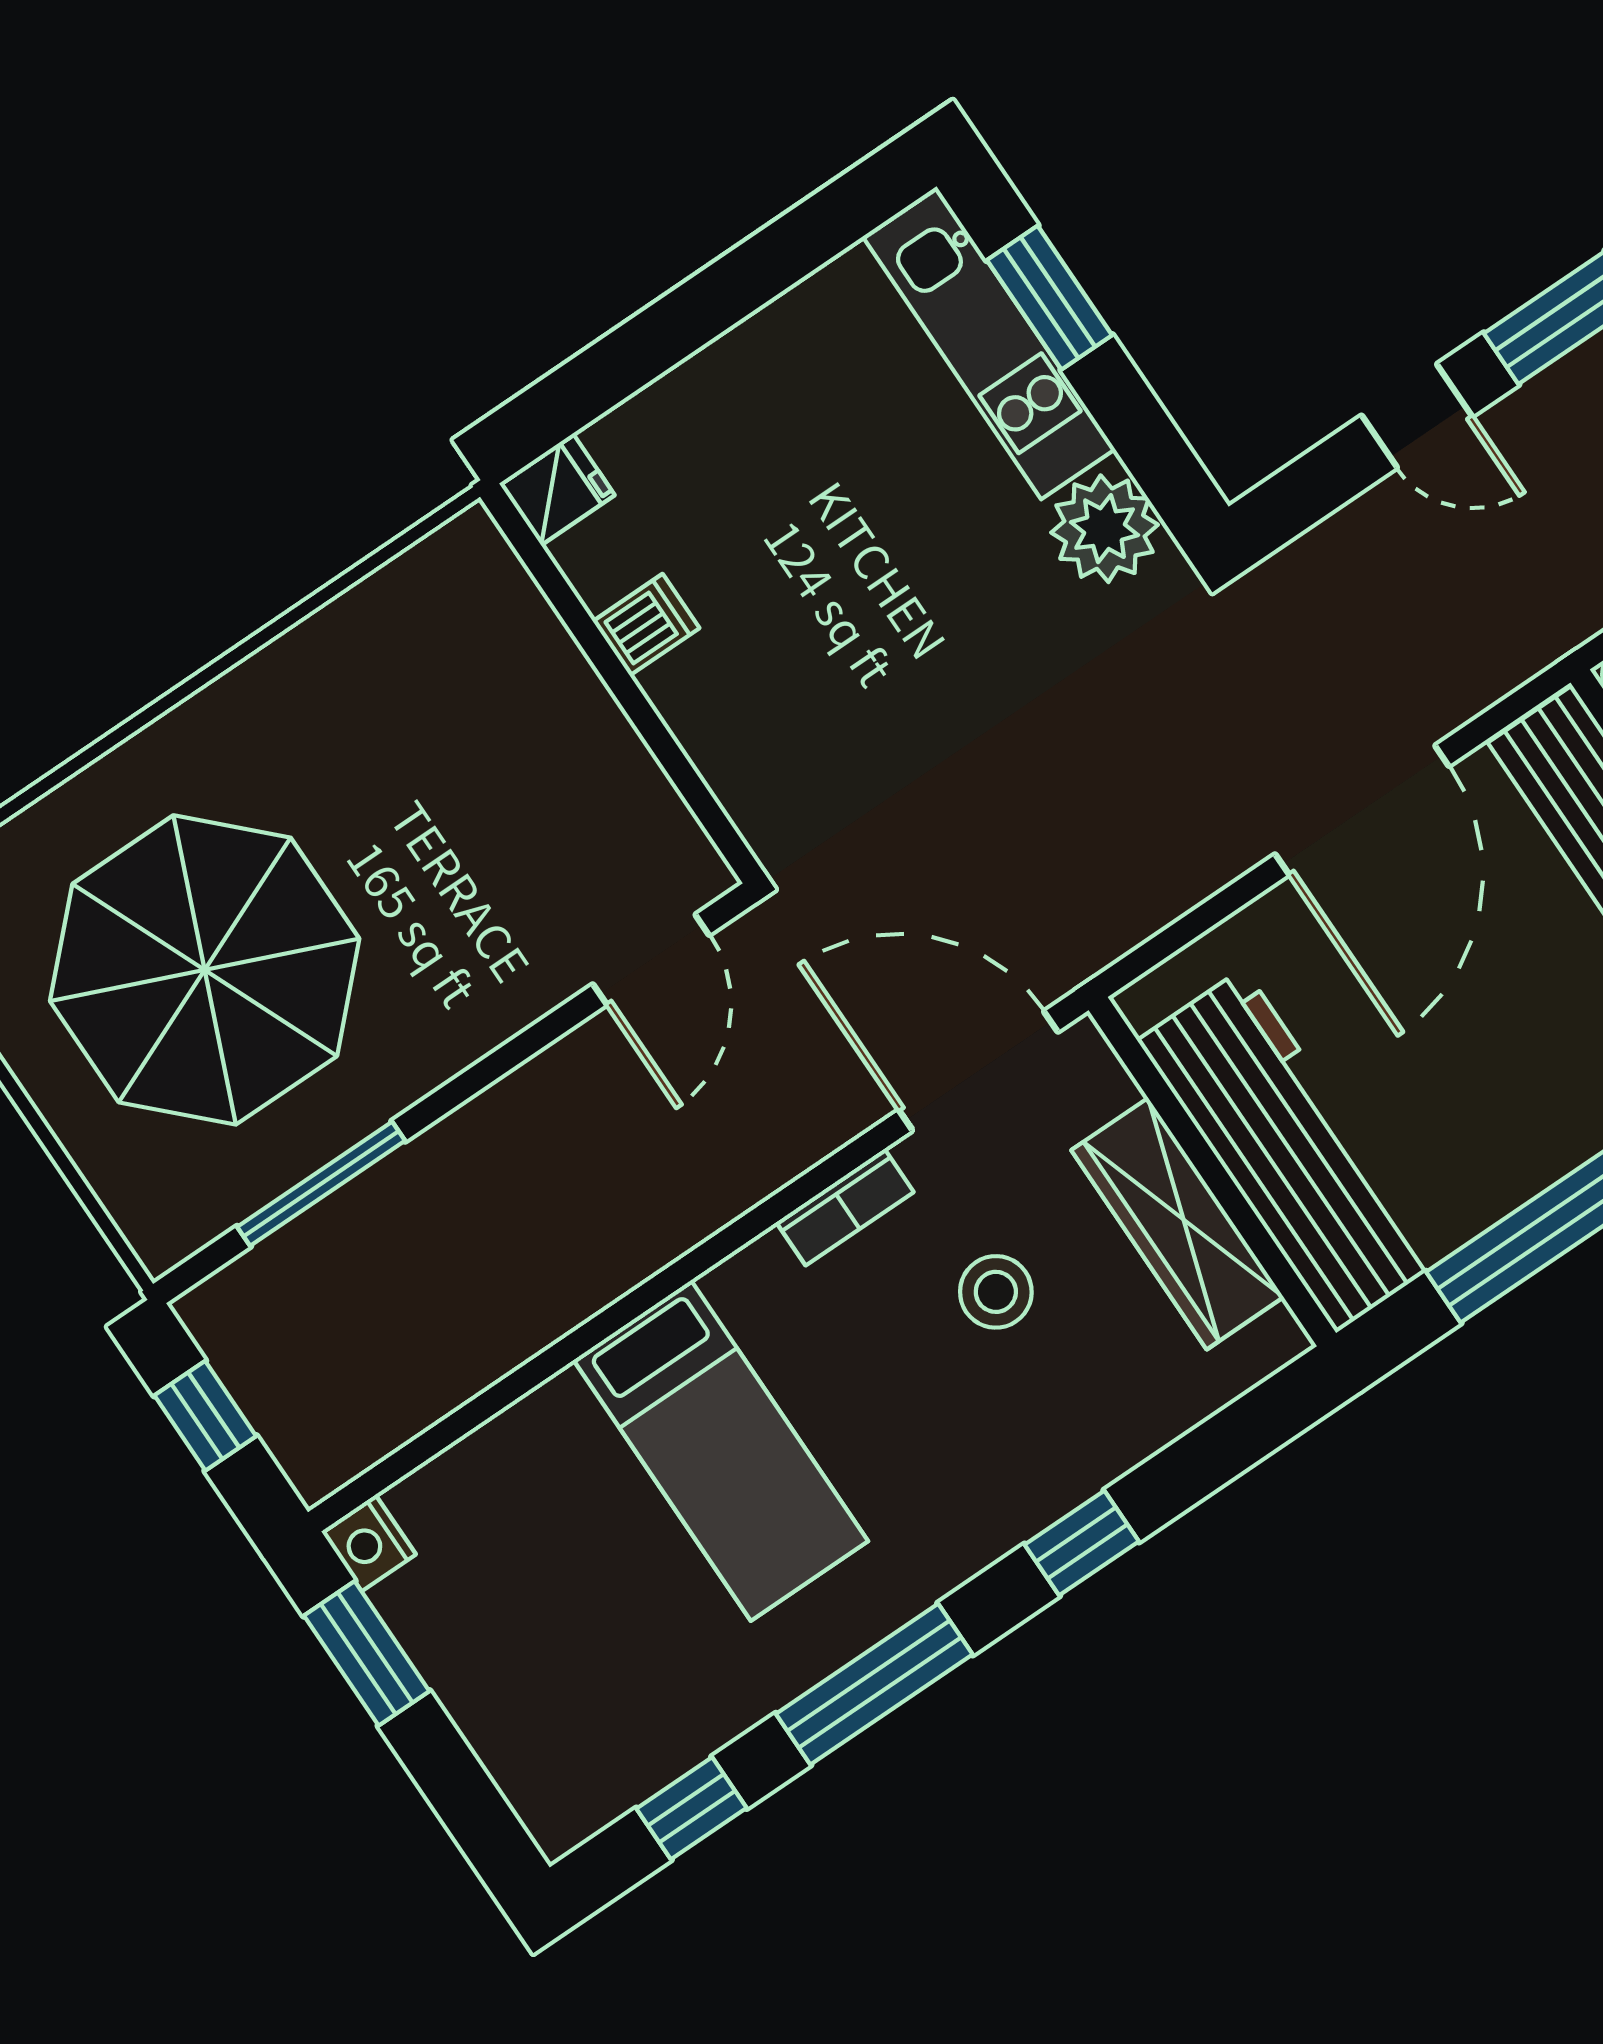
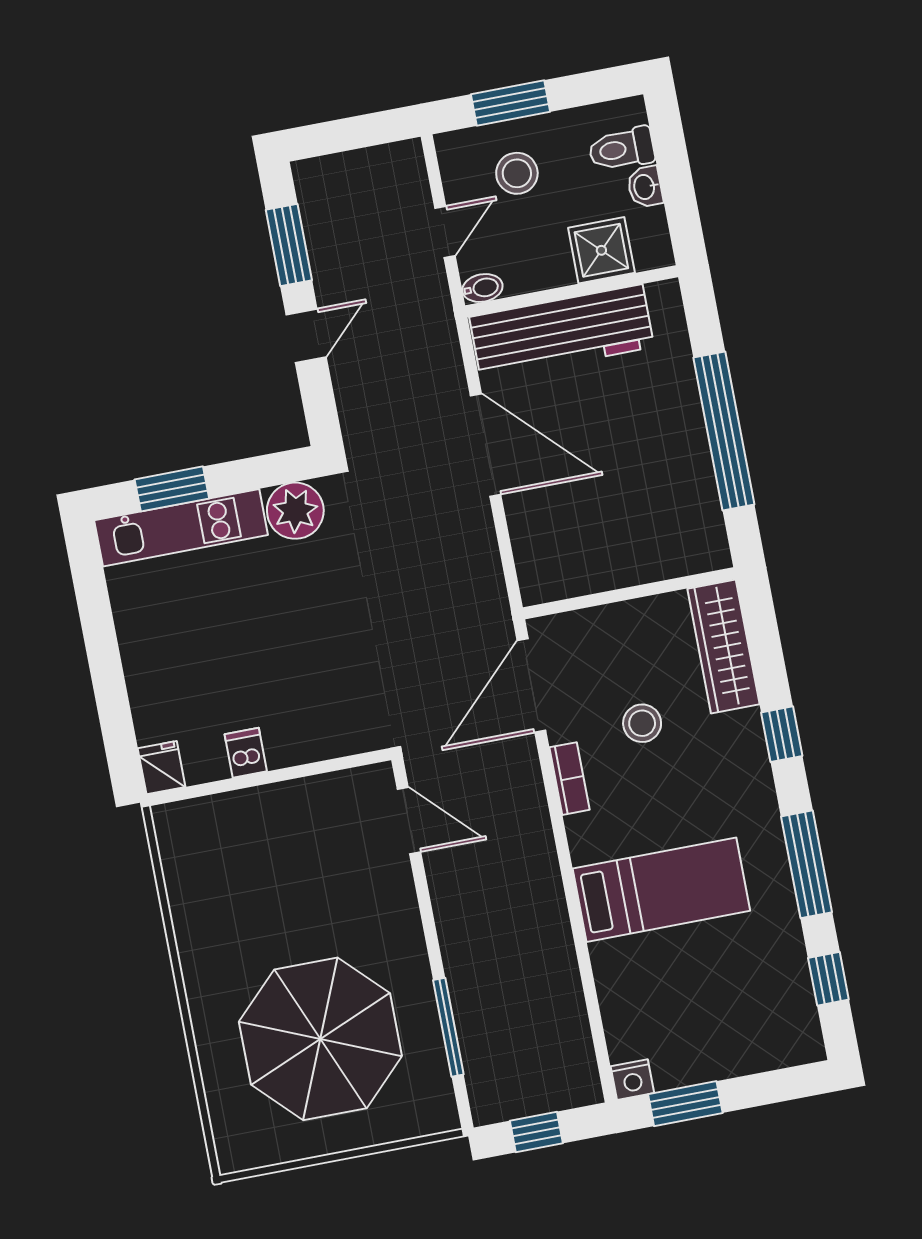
workbench: (1290, 1150) -> (635, 551), removed
wardrobe: (1177, 1224) -> (723, 646), moved, turned 90

